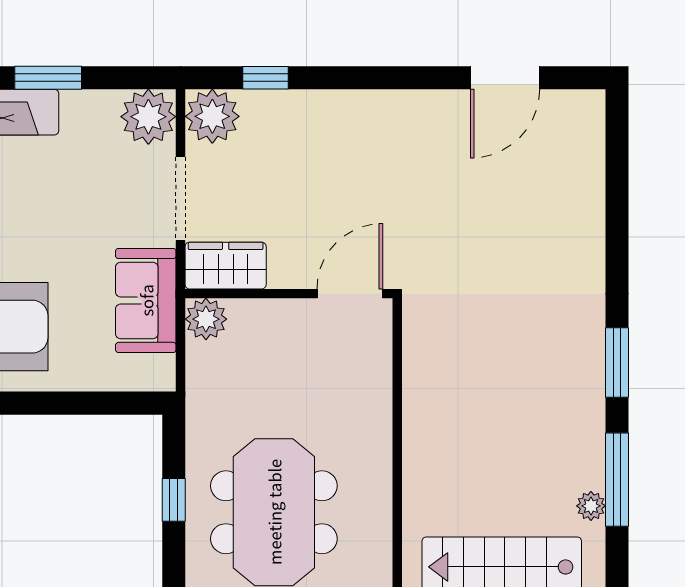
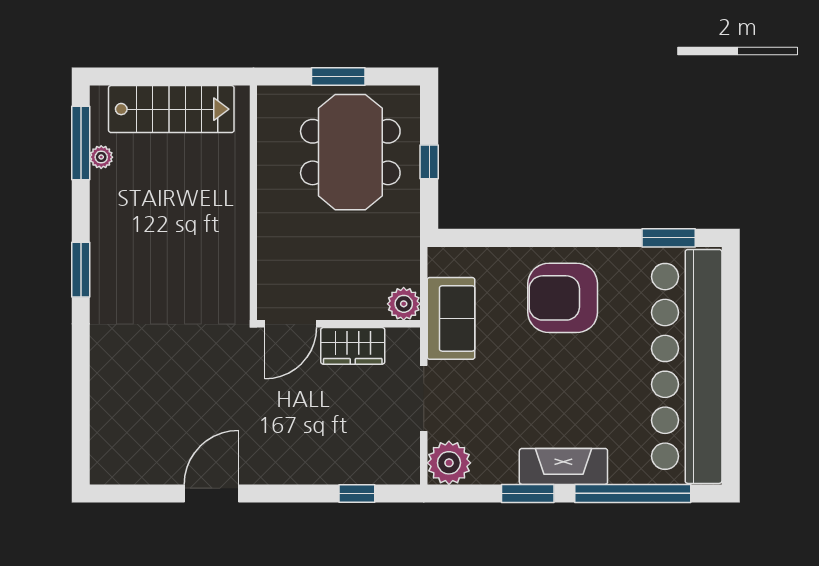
door: (505, 78) -> (211, 493), moved
plant: (212, 116) -> (399, 463), removed
wardrobe: (226, 266) -> (353, 346), moved
window: (617, 480) -> (81, 143), moved

